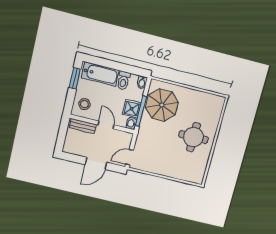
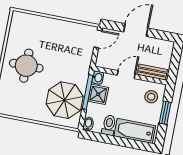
window: (75, 78) -> (165, 113), moved
door: (106, 125) -> (126, 75), swing flipped

